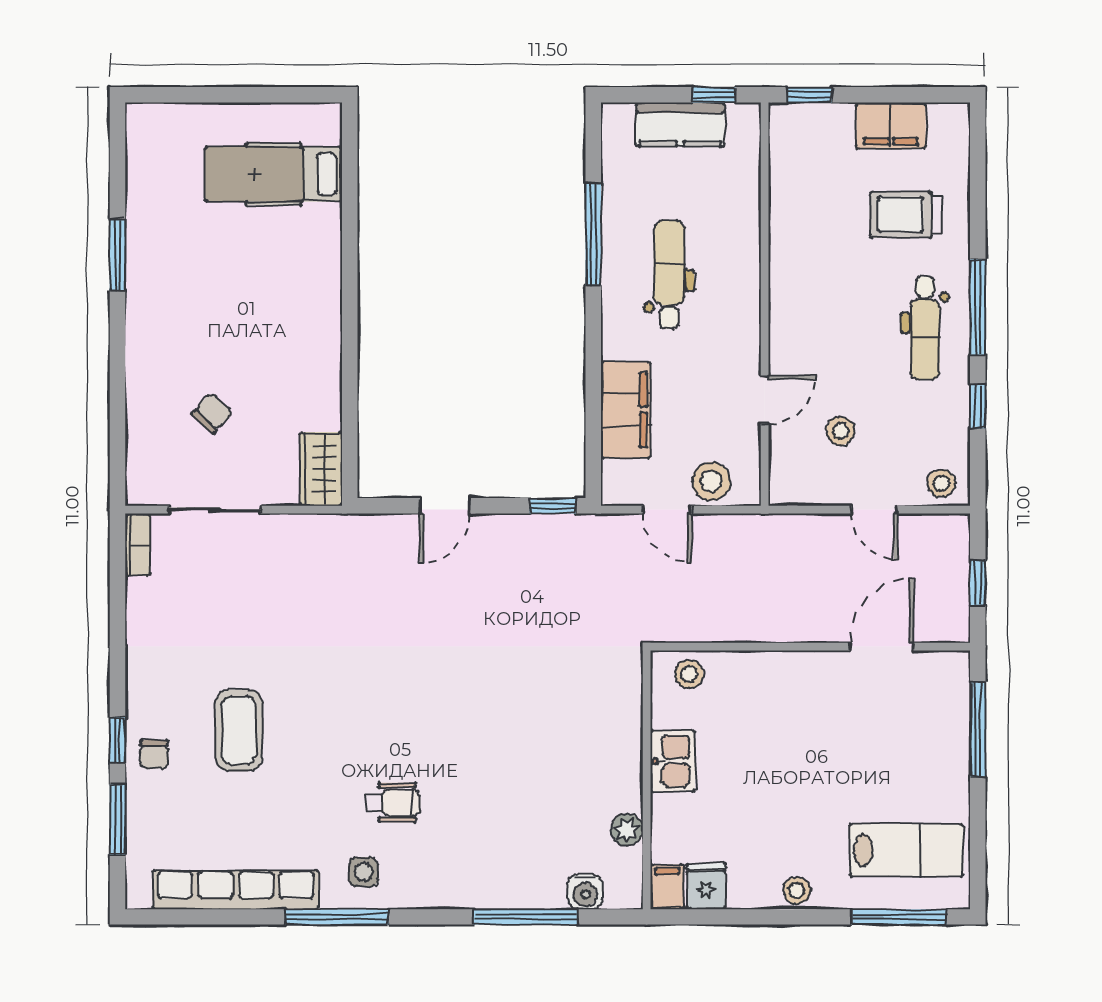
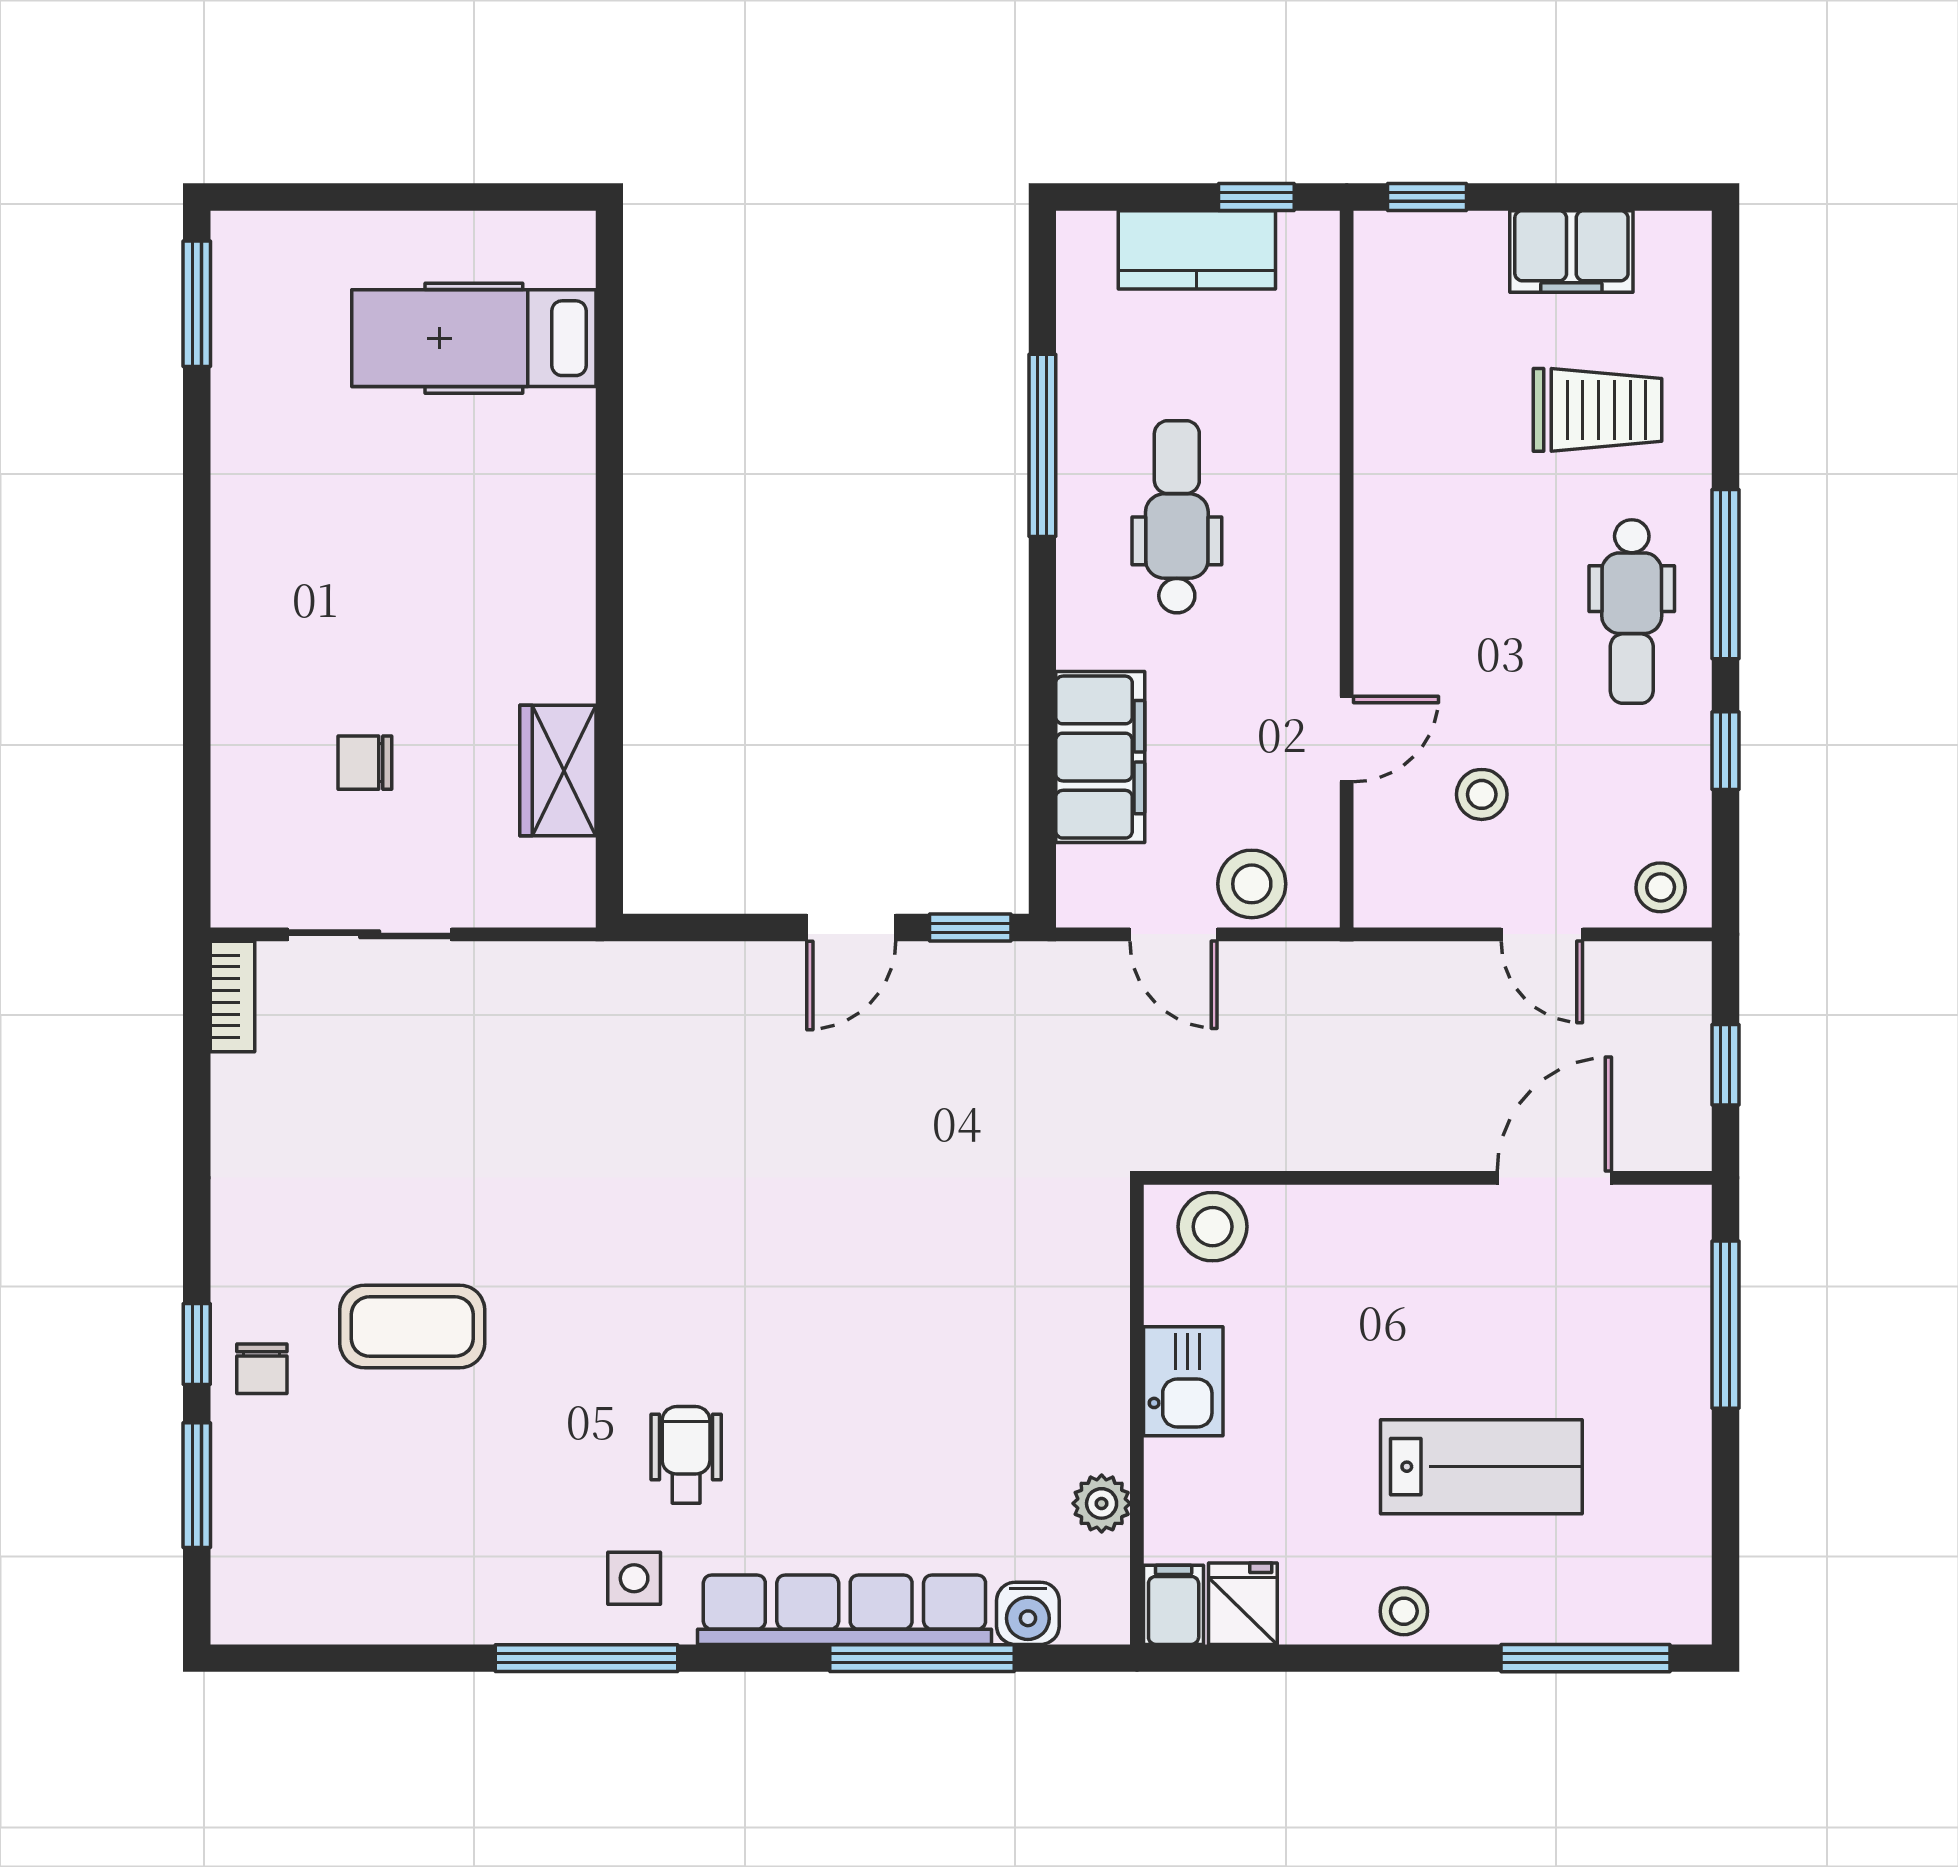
trolley: (906, 215) -> (1598, 410), turned 180
window: (118, 255) -> (197, 304), moved
chair: (212, 413) -> (365, 763), turned -133
wardrobe: (321, 469) -> (558, 770), moved
door: (445, 506) -> (851, 928), moved
stool: (689, 674) -> (1213, 1227), width x1.37, depth x1.37
coffee table: (239, 730) -> (412, 1326), turned 90
wheelchair: (393, 803) -> (686, 1455), turned -90
lab bench: (906, 850) -> (1481, 1467), moved
row of seats: (236, 890) -> (844, 1610), moved

